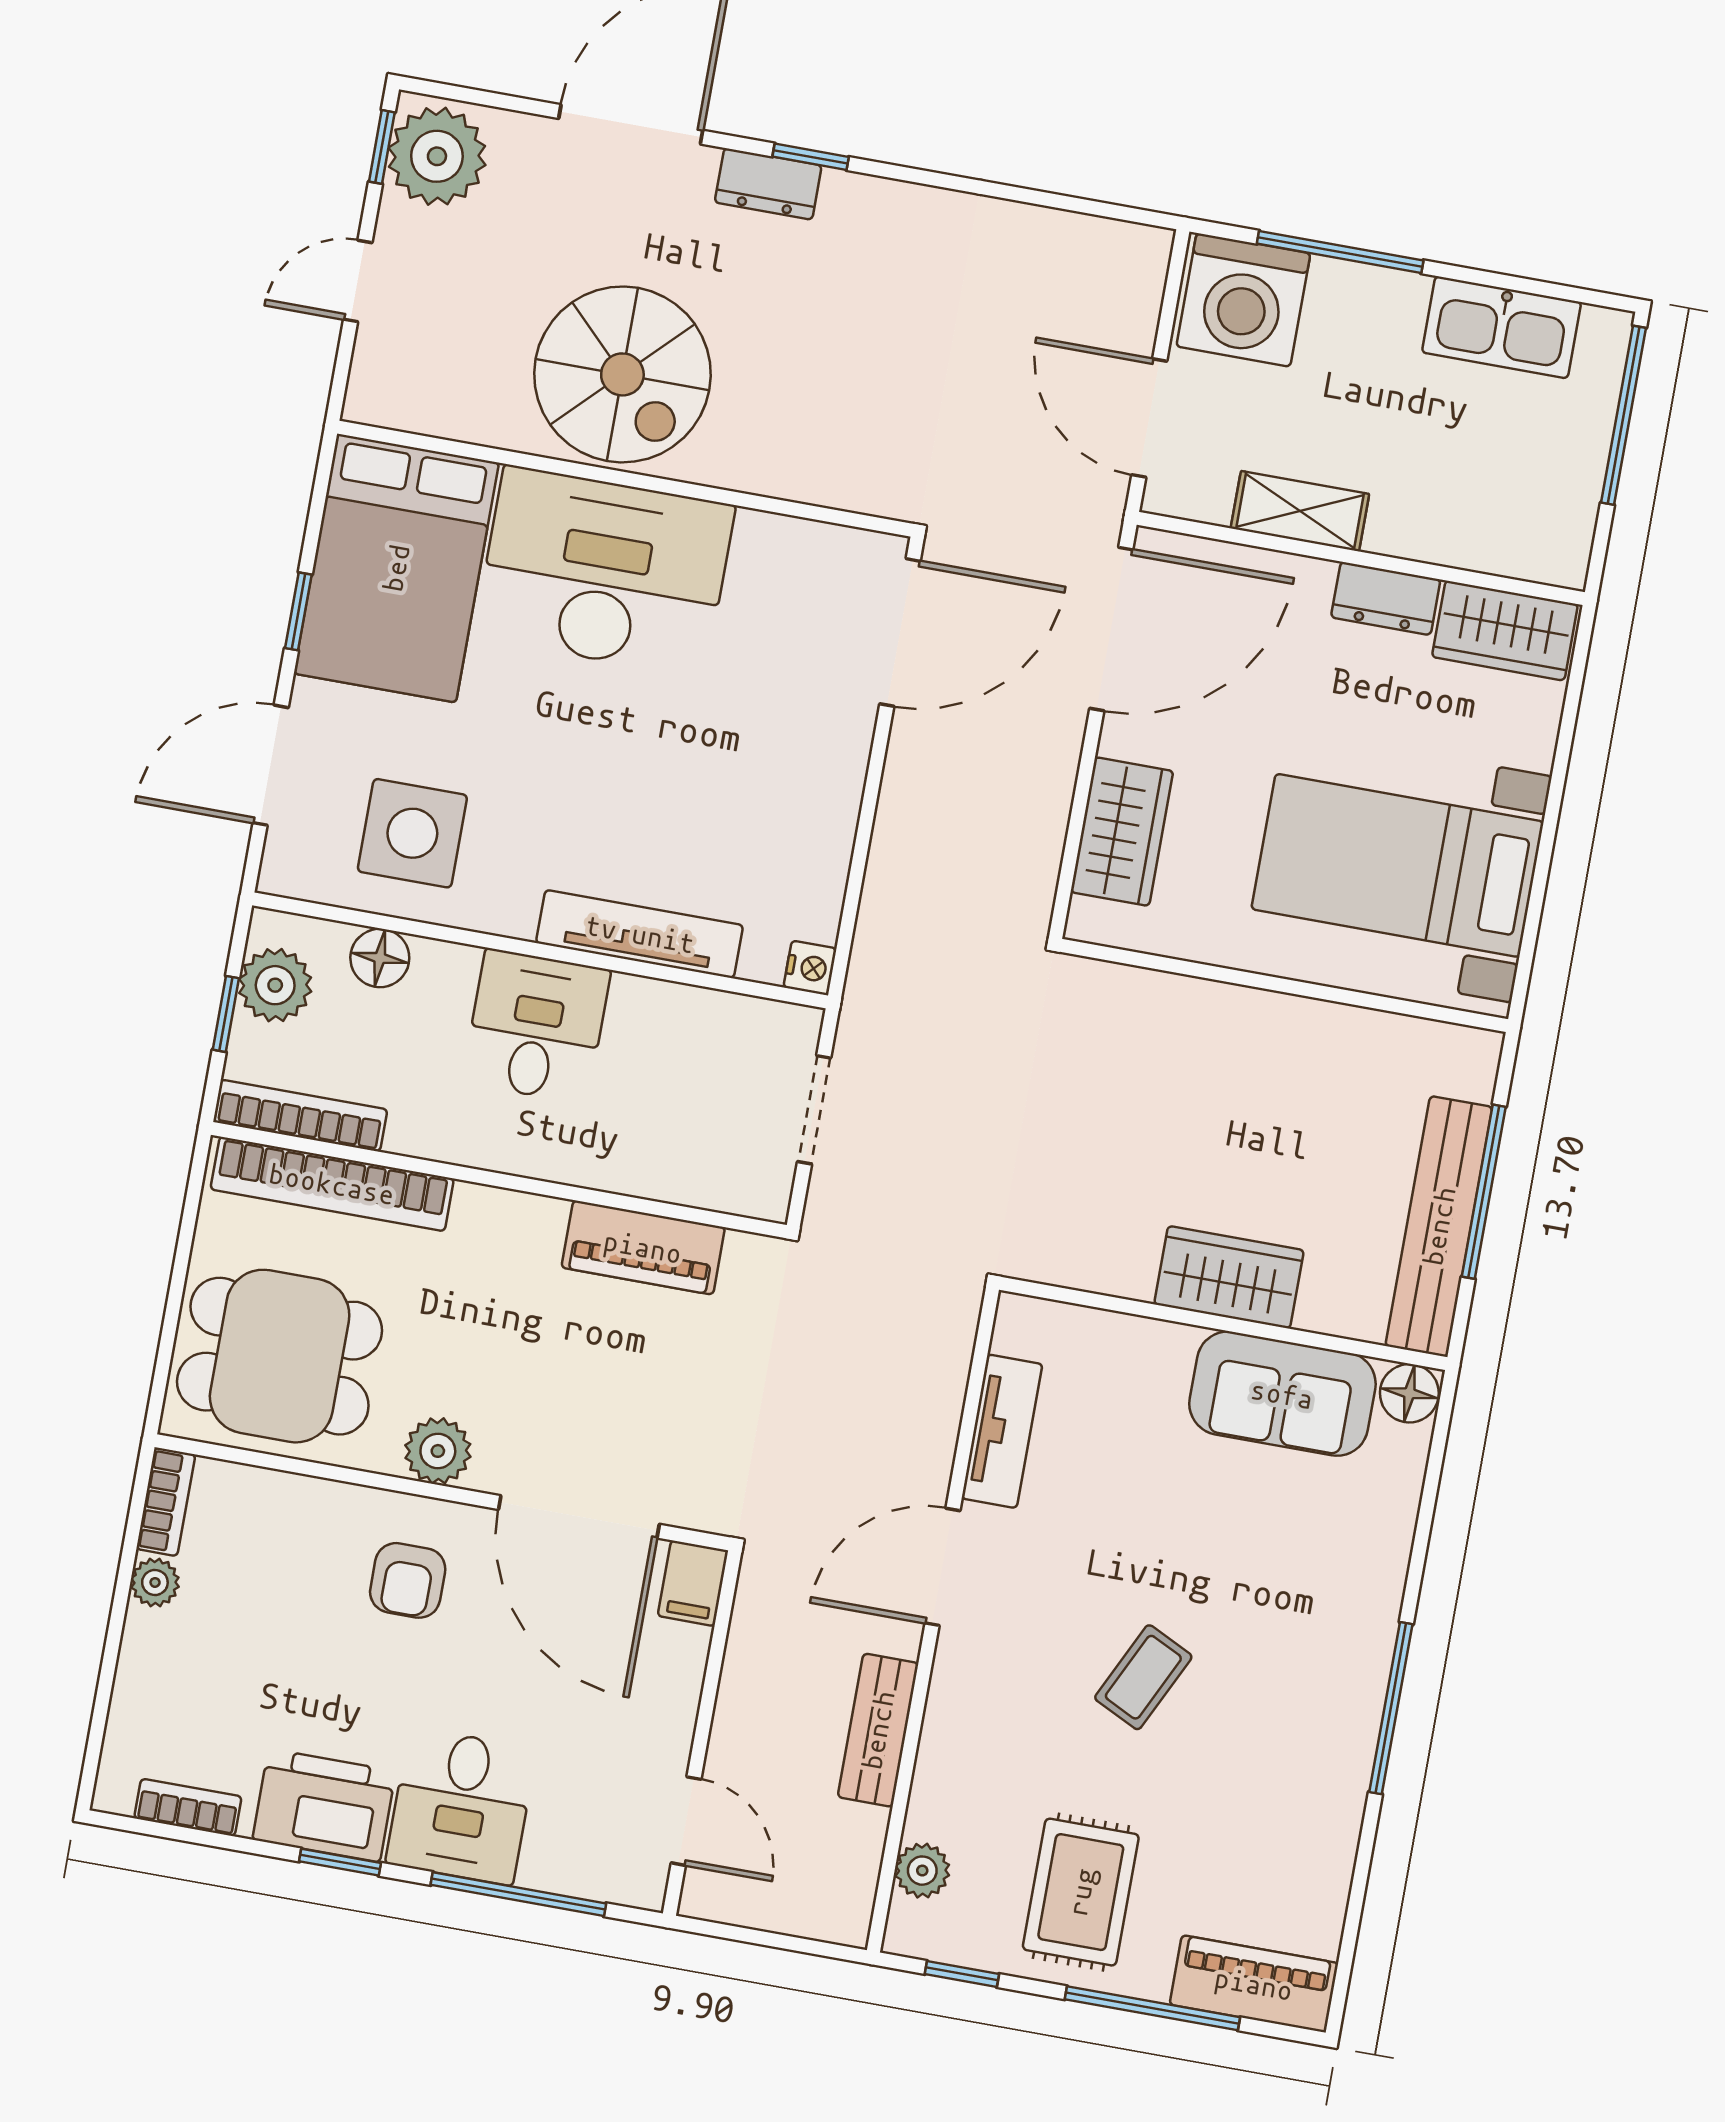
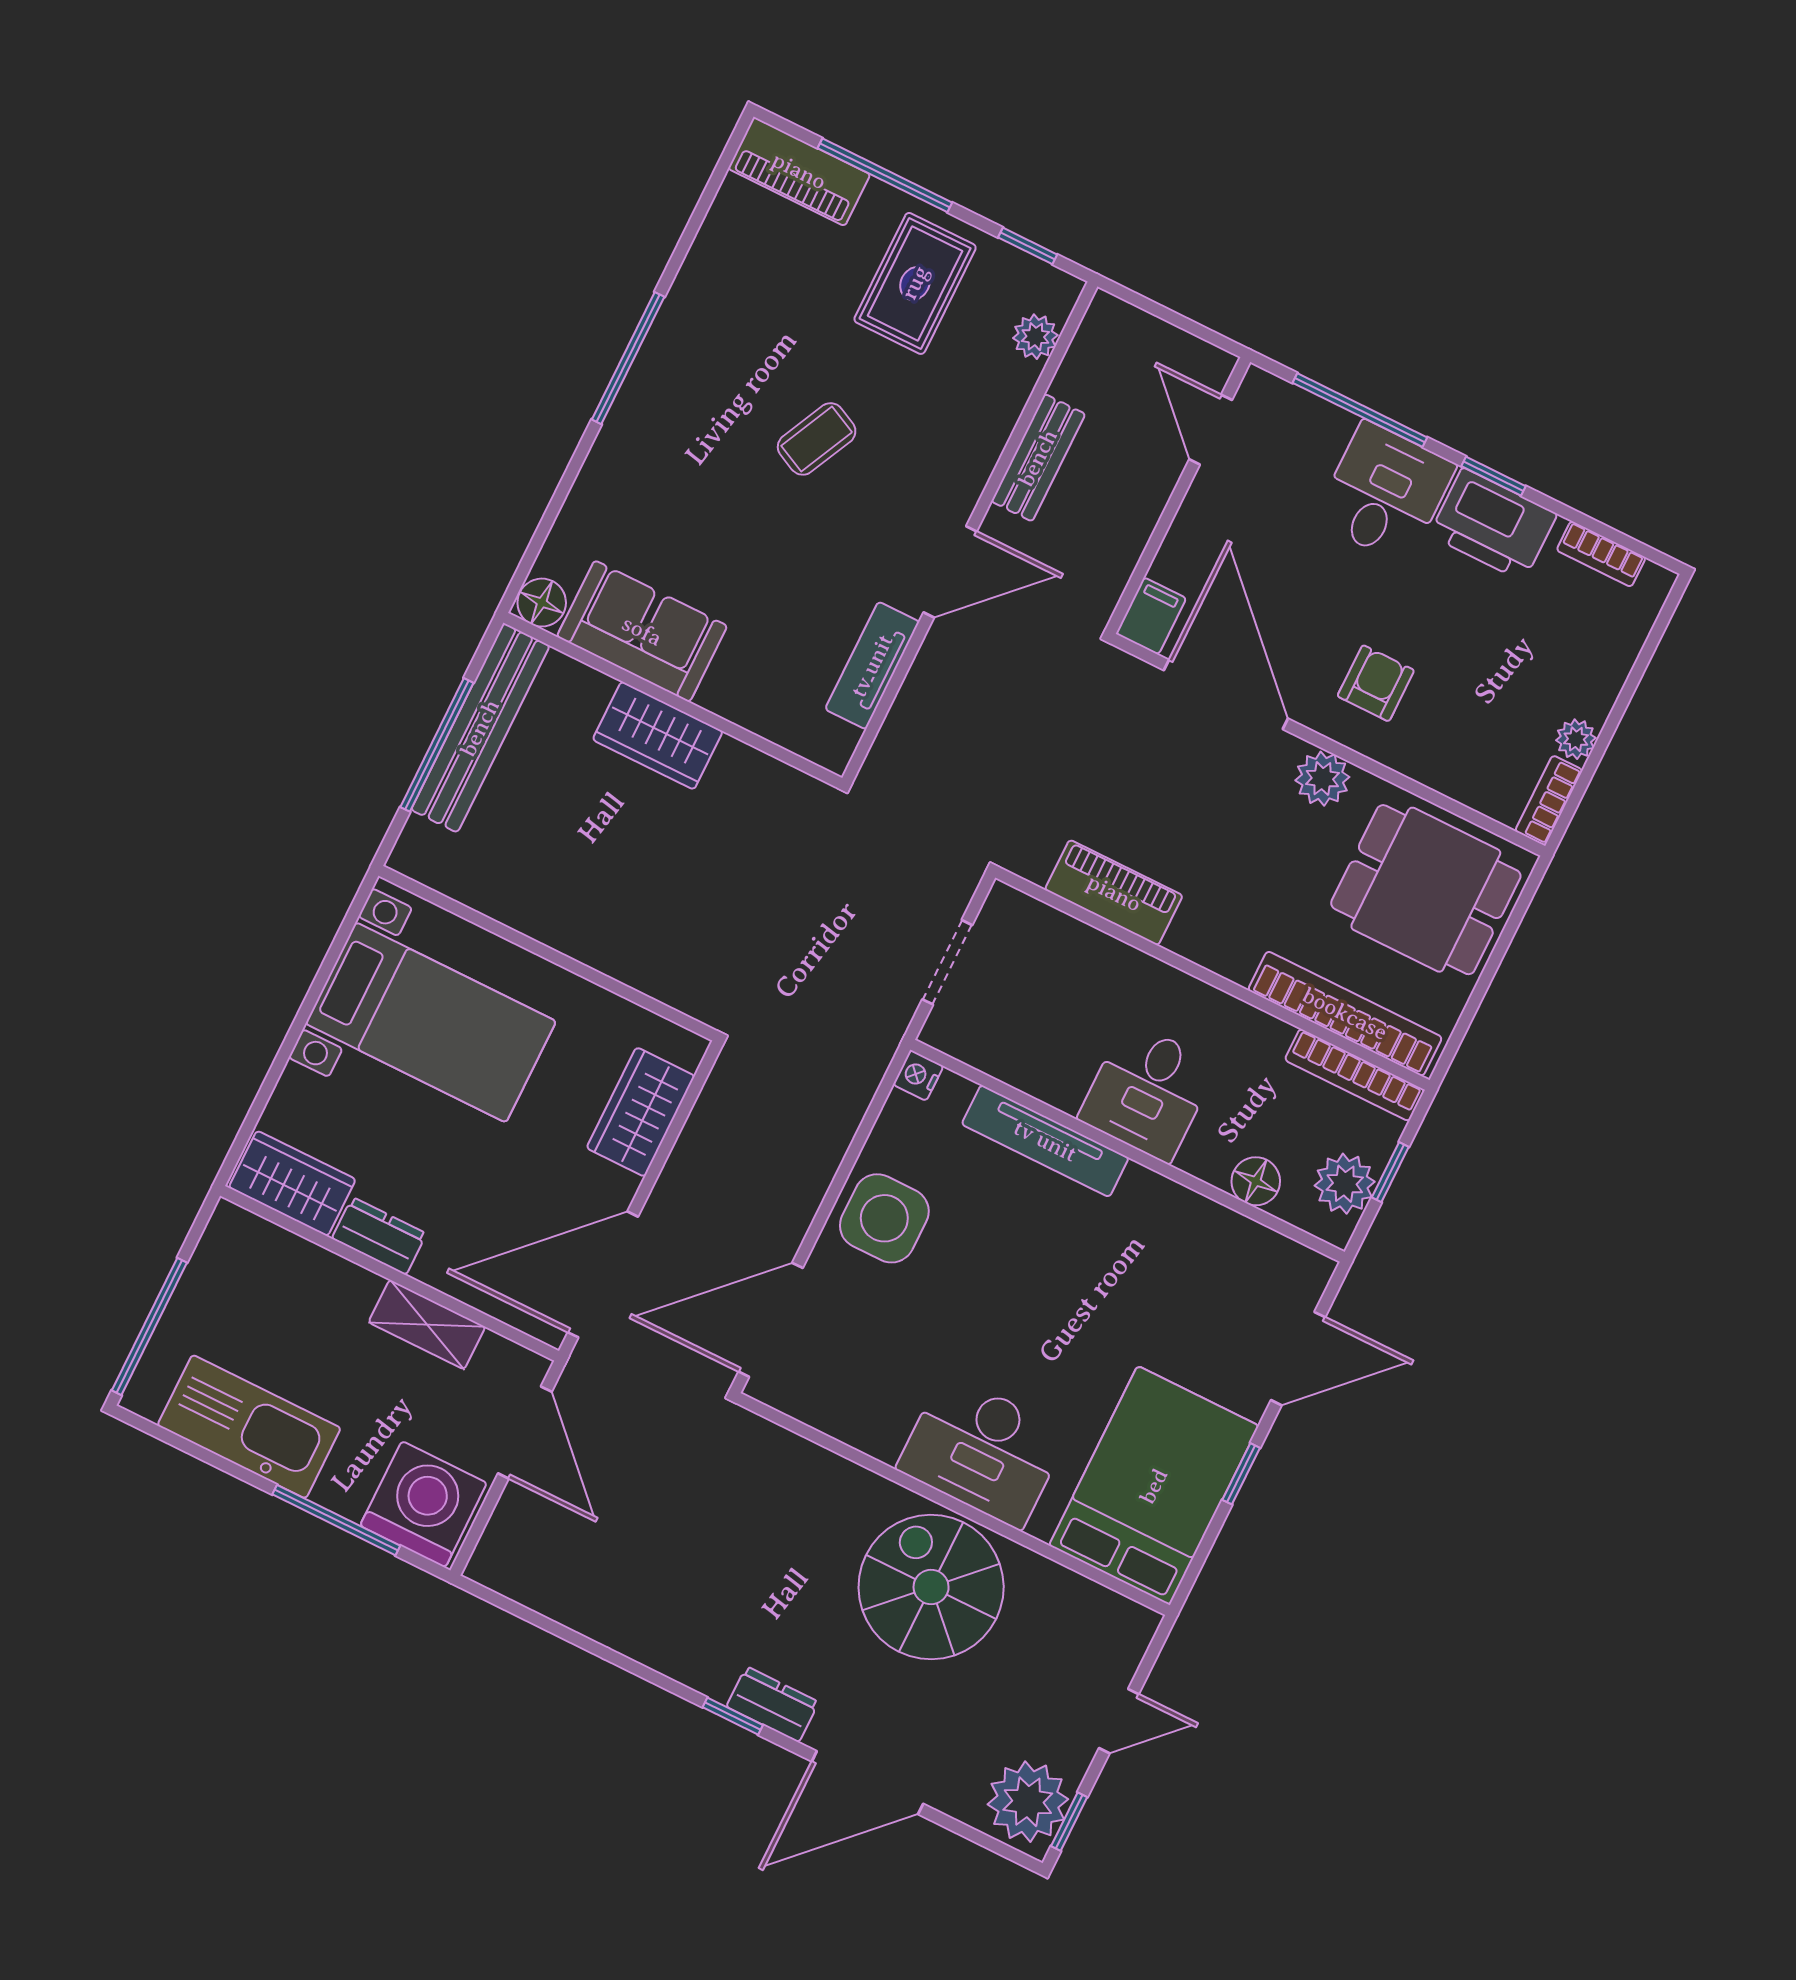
kitchen sink: (1502, 327) -> (249, 1427), width x1.36, depth x1.24
desk: (605, 571) -> (983, 1451), width x0.73, depth x0.77
side table: (412, 833) -> (884, 1218), moved

